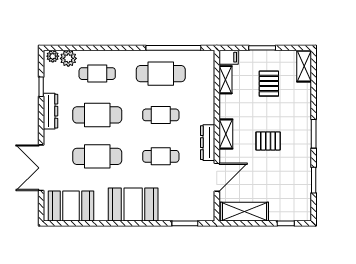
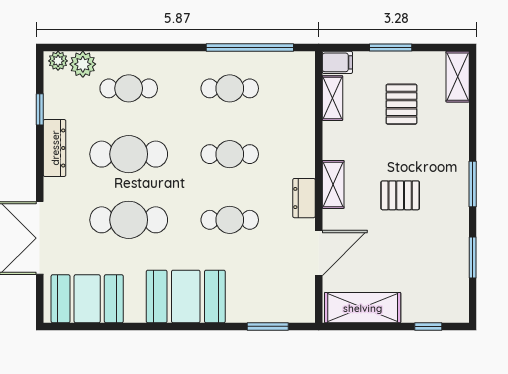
cafe table: (161, 74) -> (230, 88), width x0.73, depth x0.74
dresser: (208, 143) -> (304, 198), width x0.70

